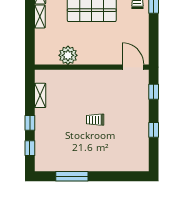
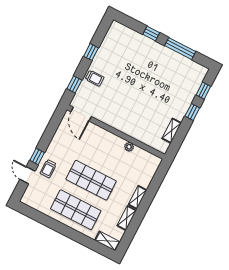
plant: (68, 55) -> (129, 147), width x0.53, depth x0.53
trolley: (95, 120) -> (95, 78), moved
window: (106, 176) -> (151, 34), added

